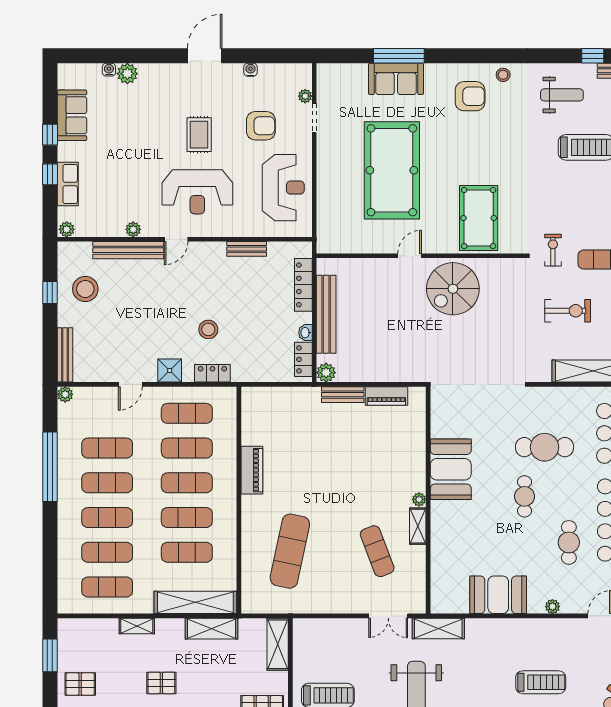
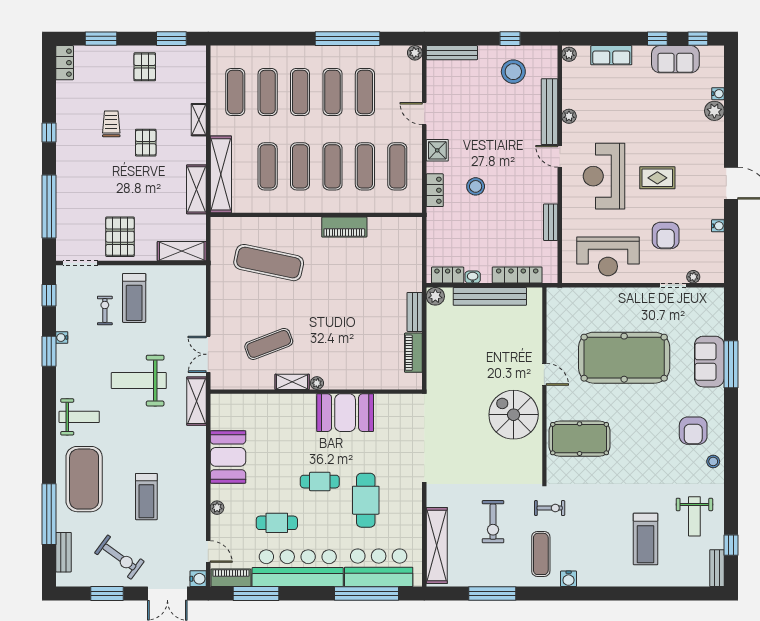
window: (50, 174) -> (698, 39), moved

